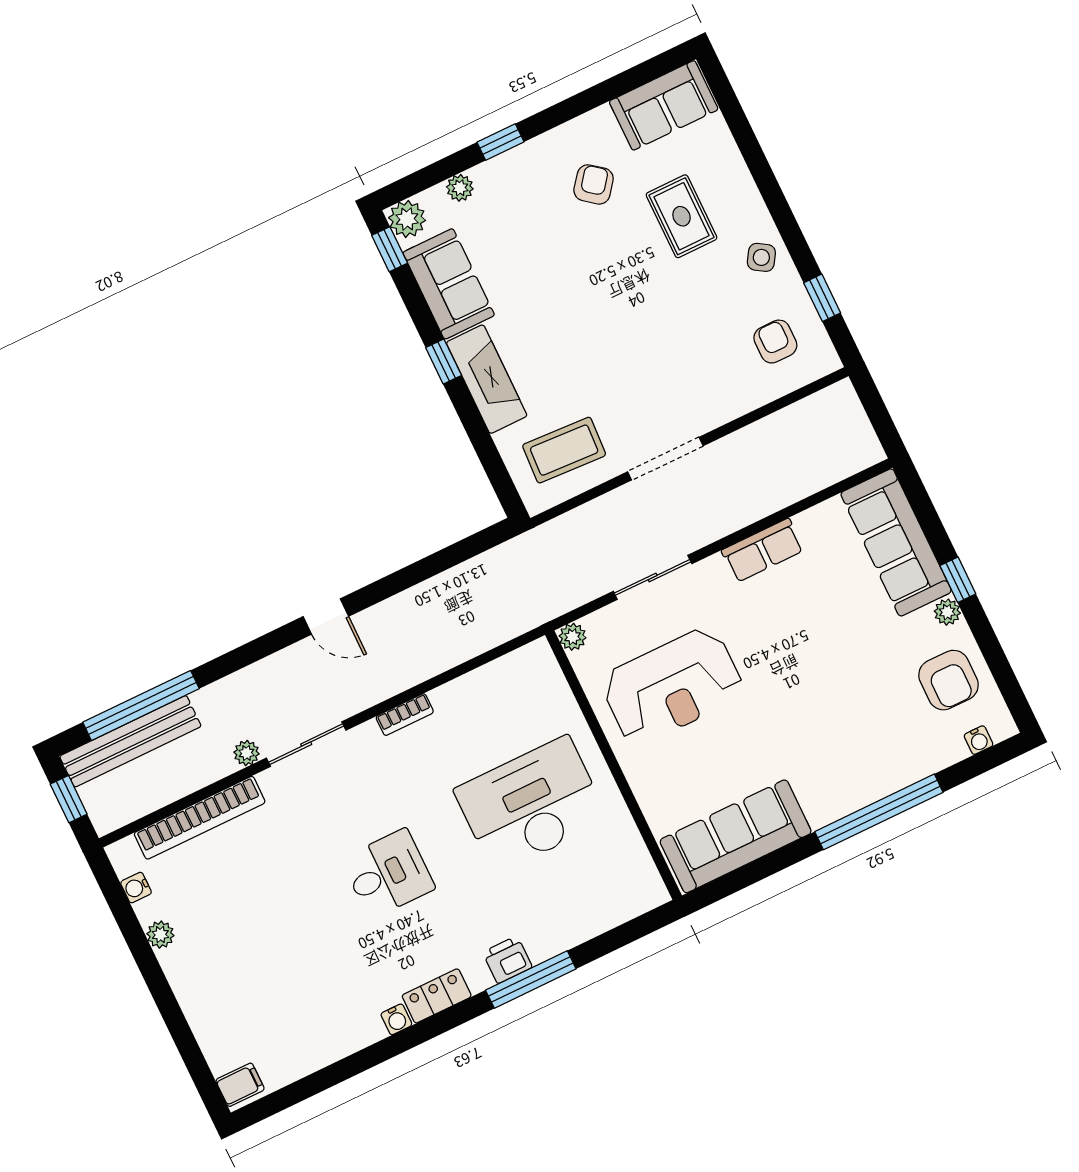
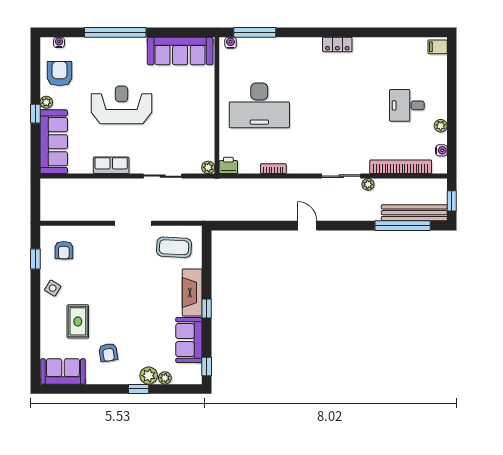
armchair: (594, 184) -> (108, 352), turned -47
plant: (407, 219) -> (149, 376), moved
reception desk: (672, 686) -> (122, 105), moved
bookcase: (405, 715) -> (273, 169), moved
desk: (388, 874) -> (407, 105), moved
printer: (507, 960) -> (228, 165), moved, turned 180
window: (531, 979) -> (255, 32), moved
water cooler: (396, 1019) -> (231, 43), moved

